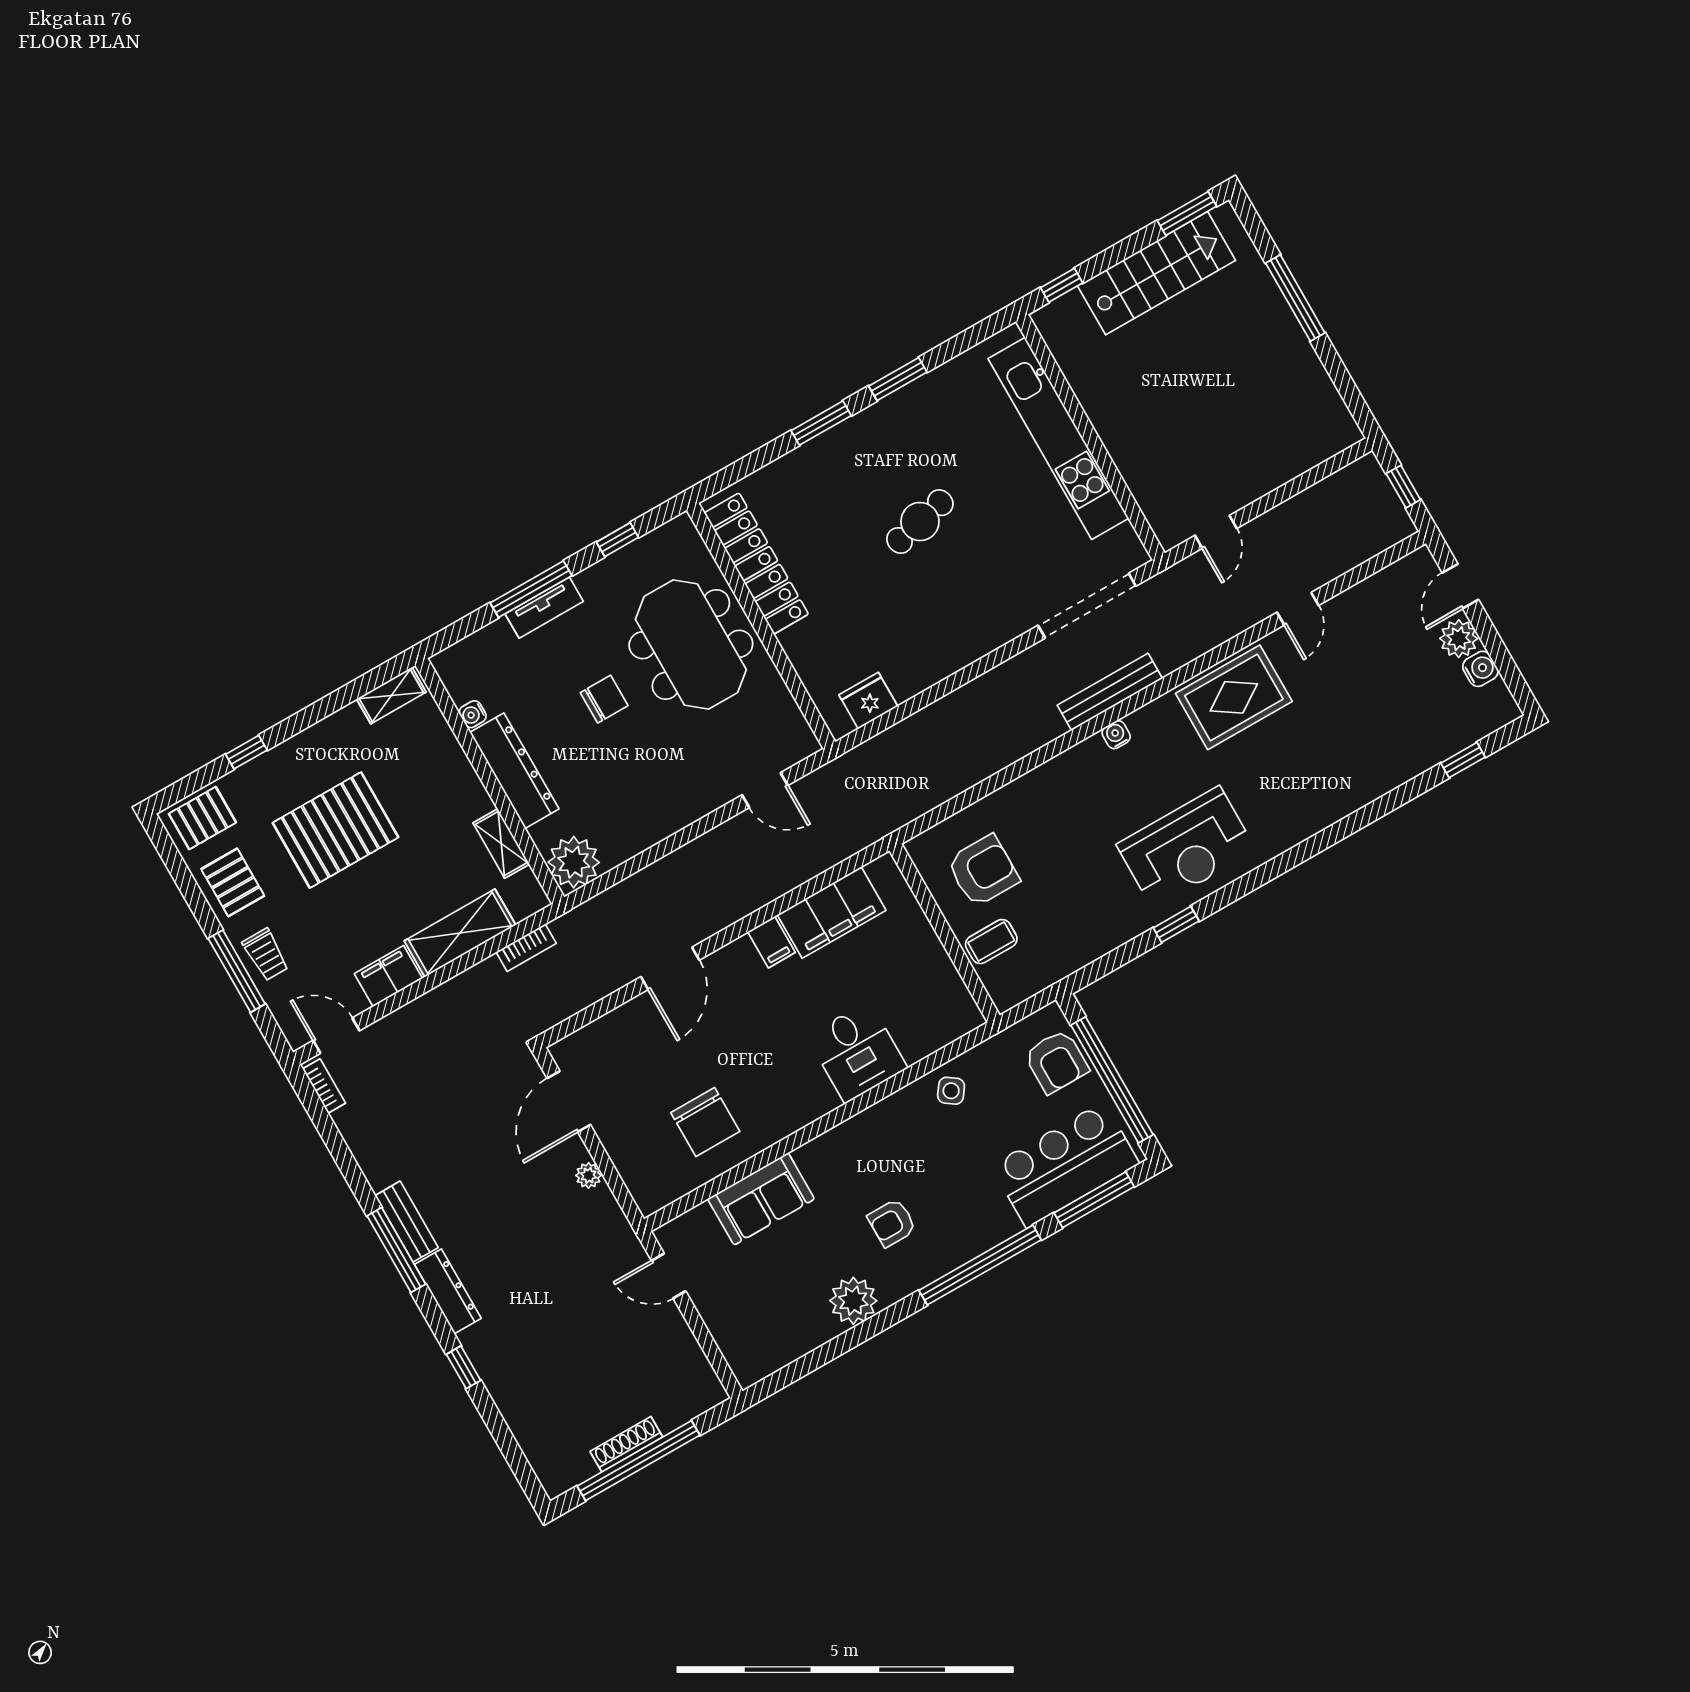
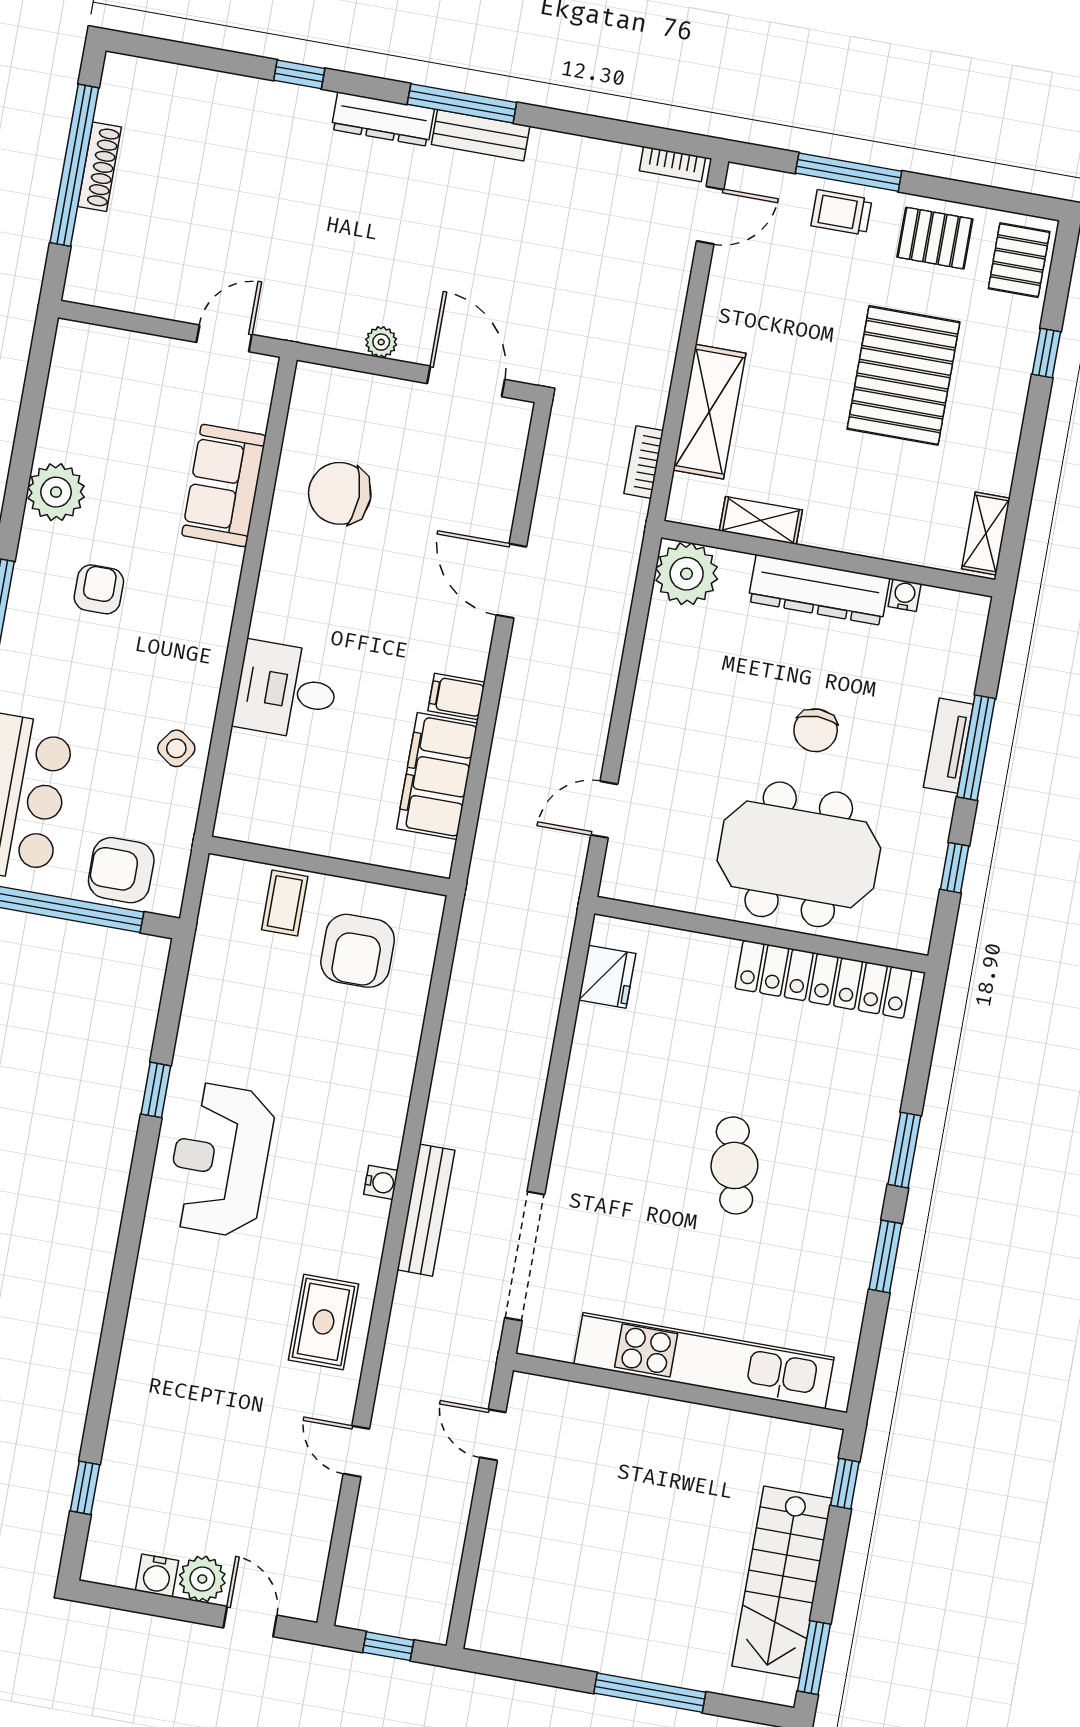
rug: (1234, 697) -> (323, 1322), width x0.73, depth x0.70
filing cabinet: (388, 976) -> (725, 311), removed

